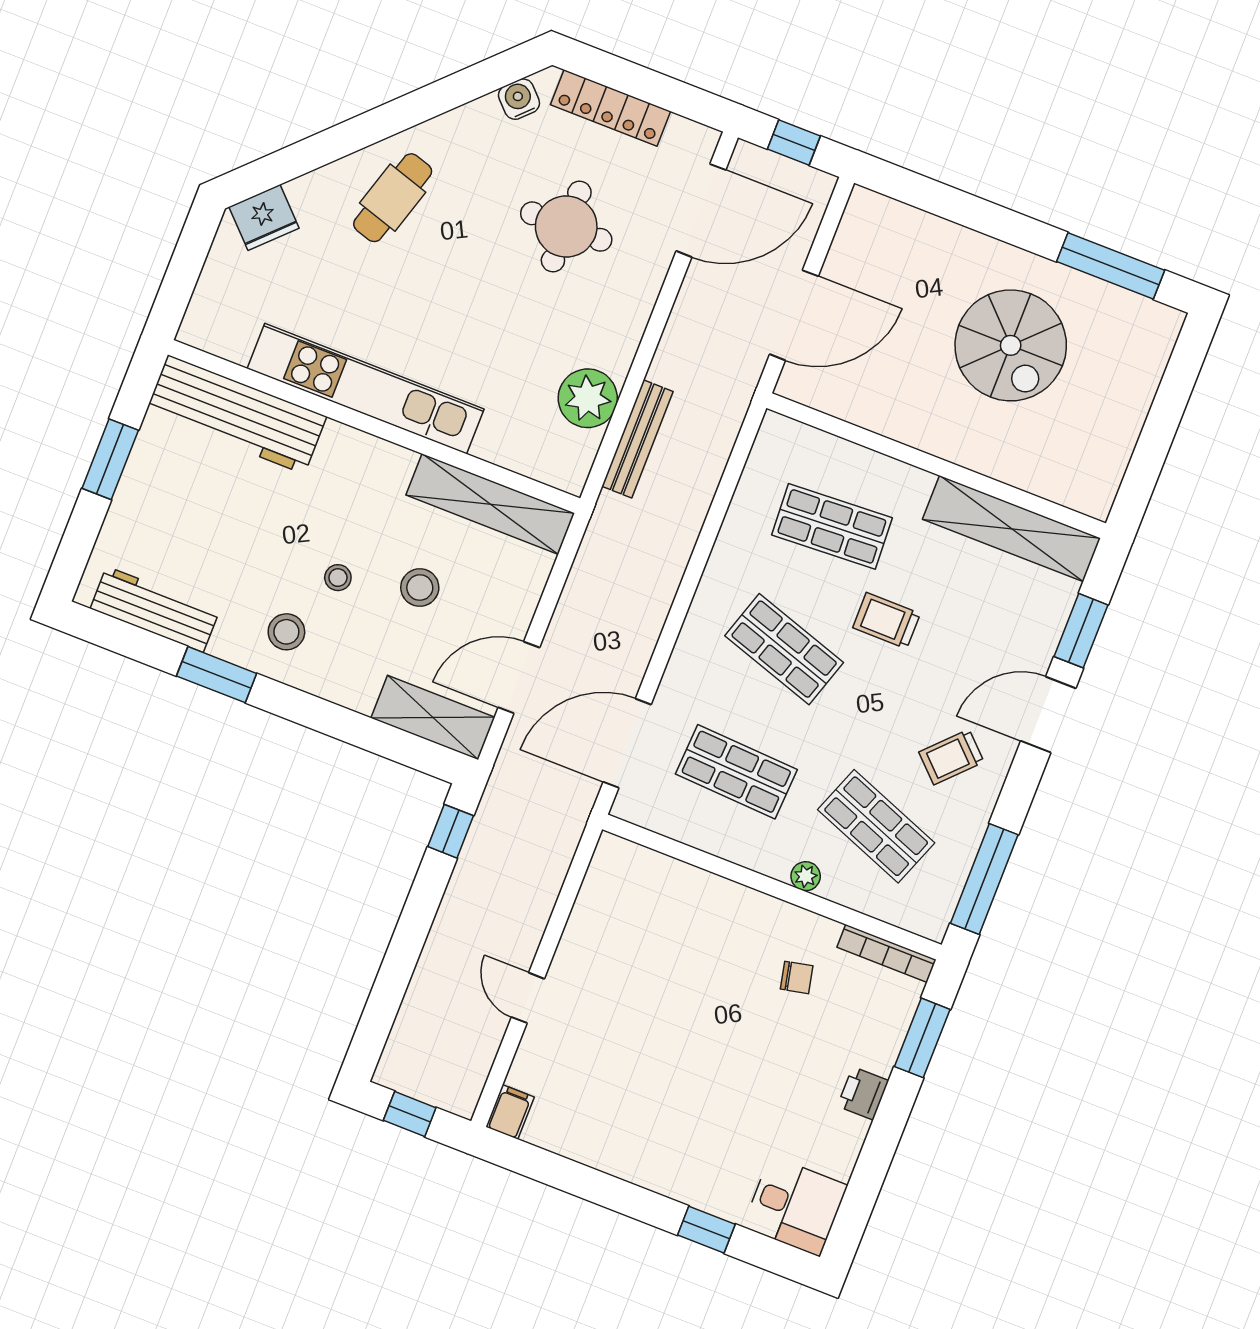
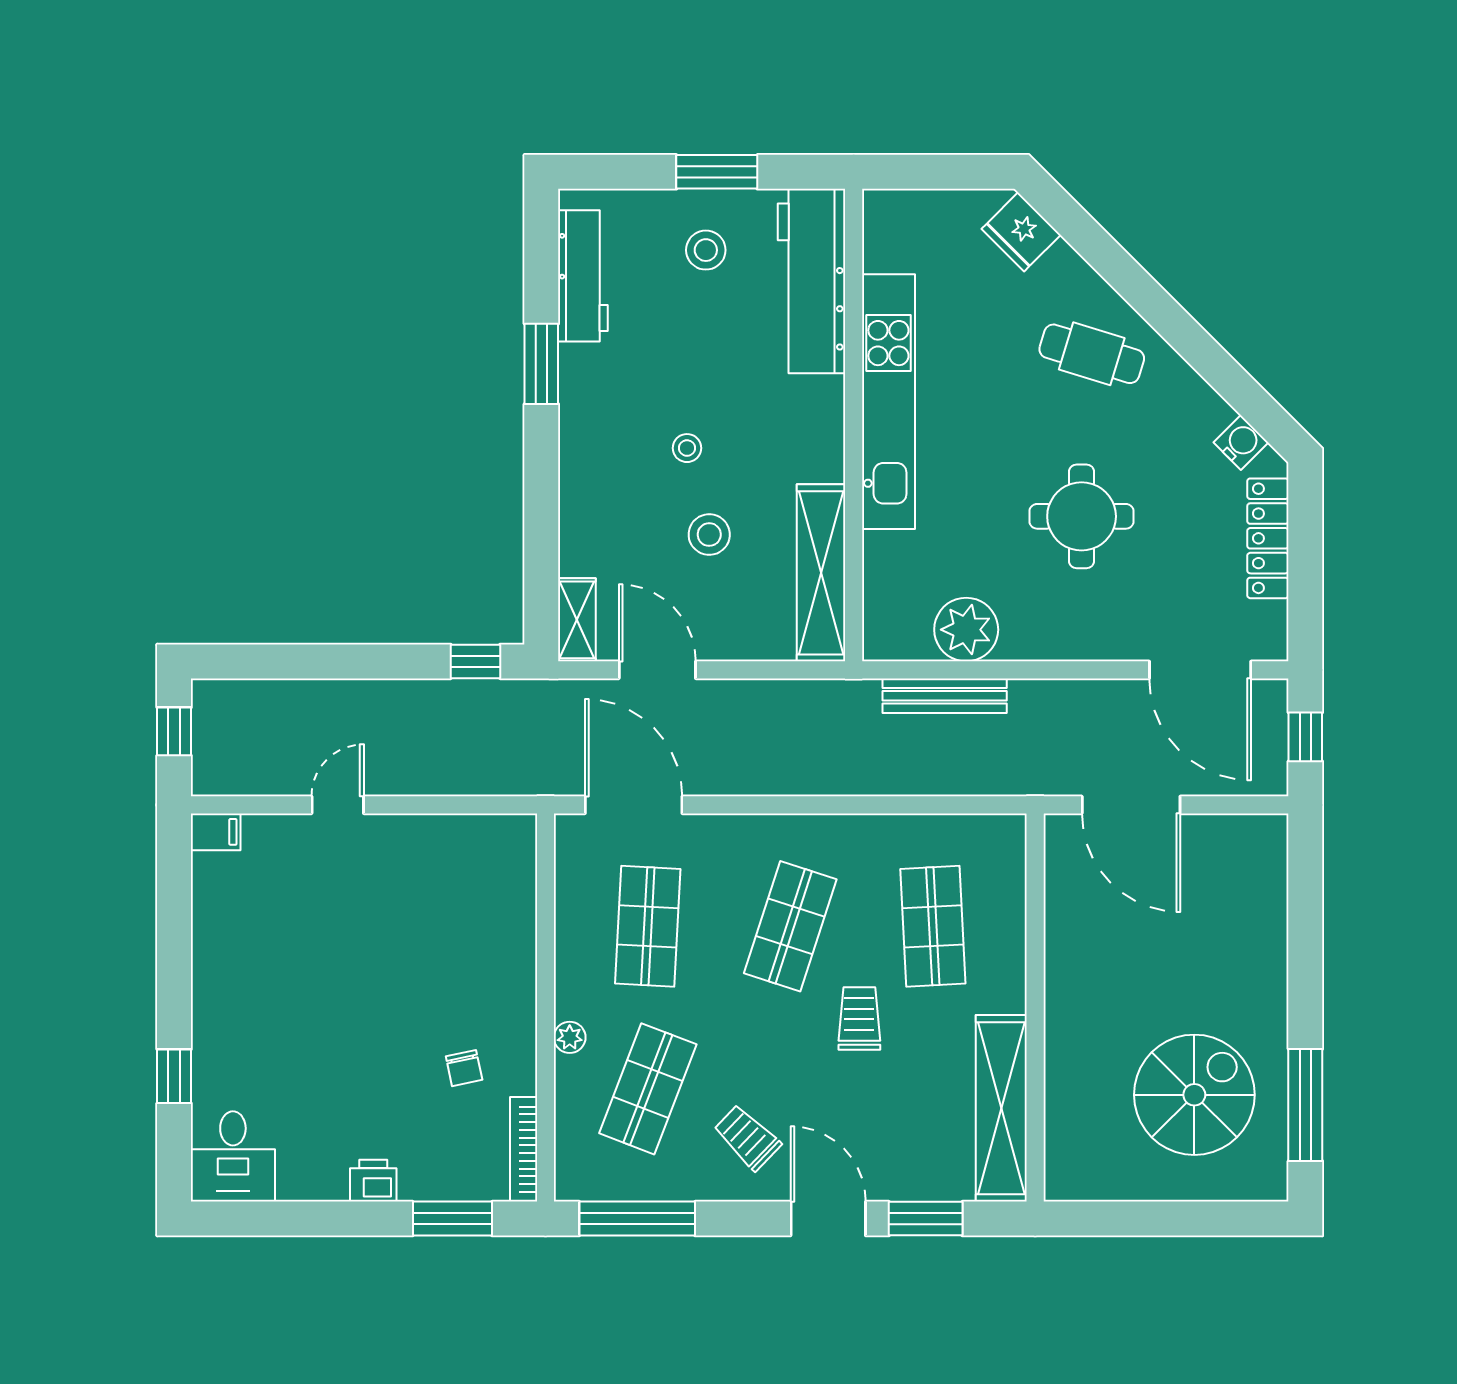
round table: (566, 227) -> (1082, 516), moved
spiral stairs: (1011, 345) -> (1194, 1095), moved, turned 180
stool: (286, 632) -> (706, 250), moved
shelving: (433, 718) -> (577, 620), width x0.67, depth x0.75

